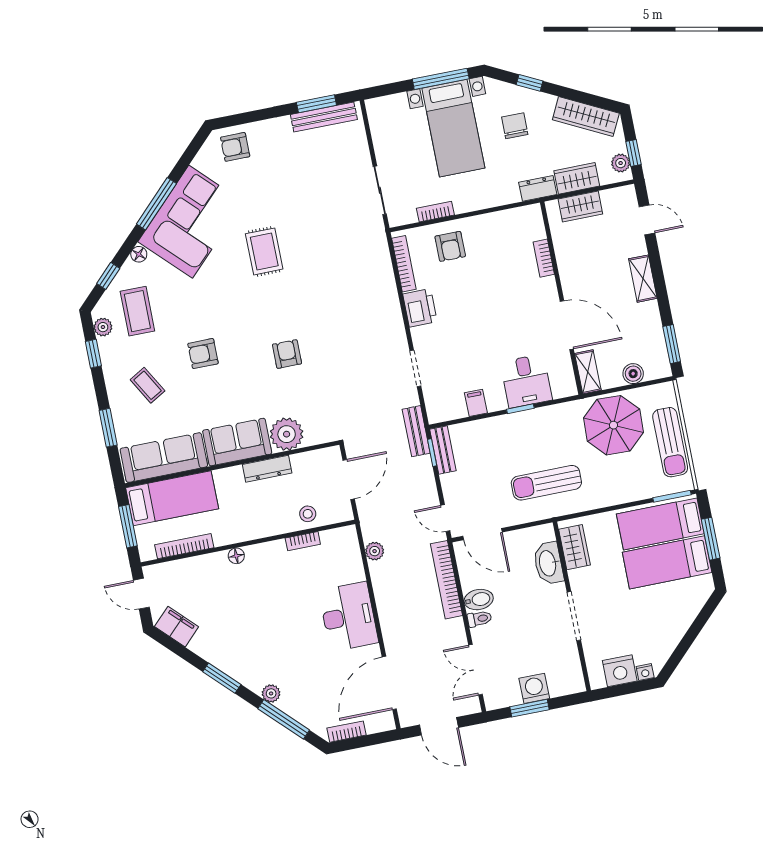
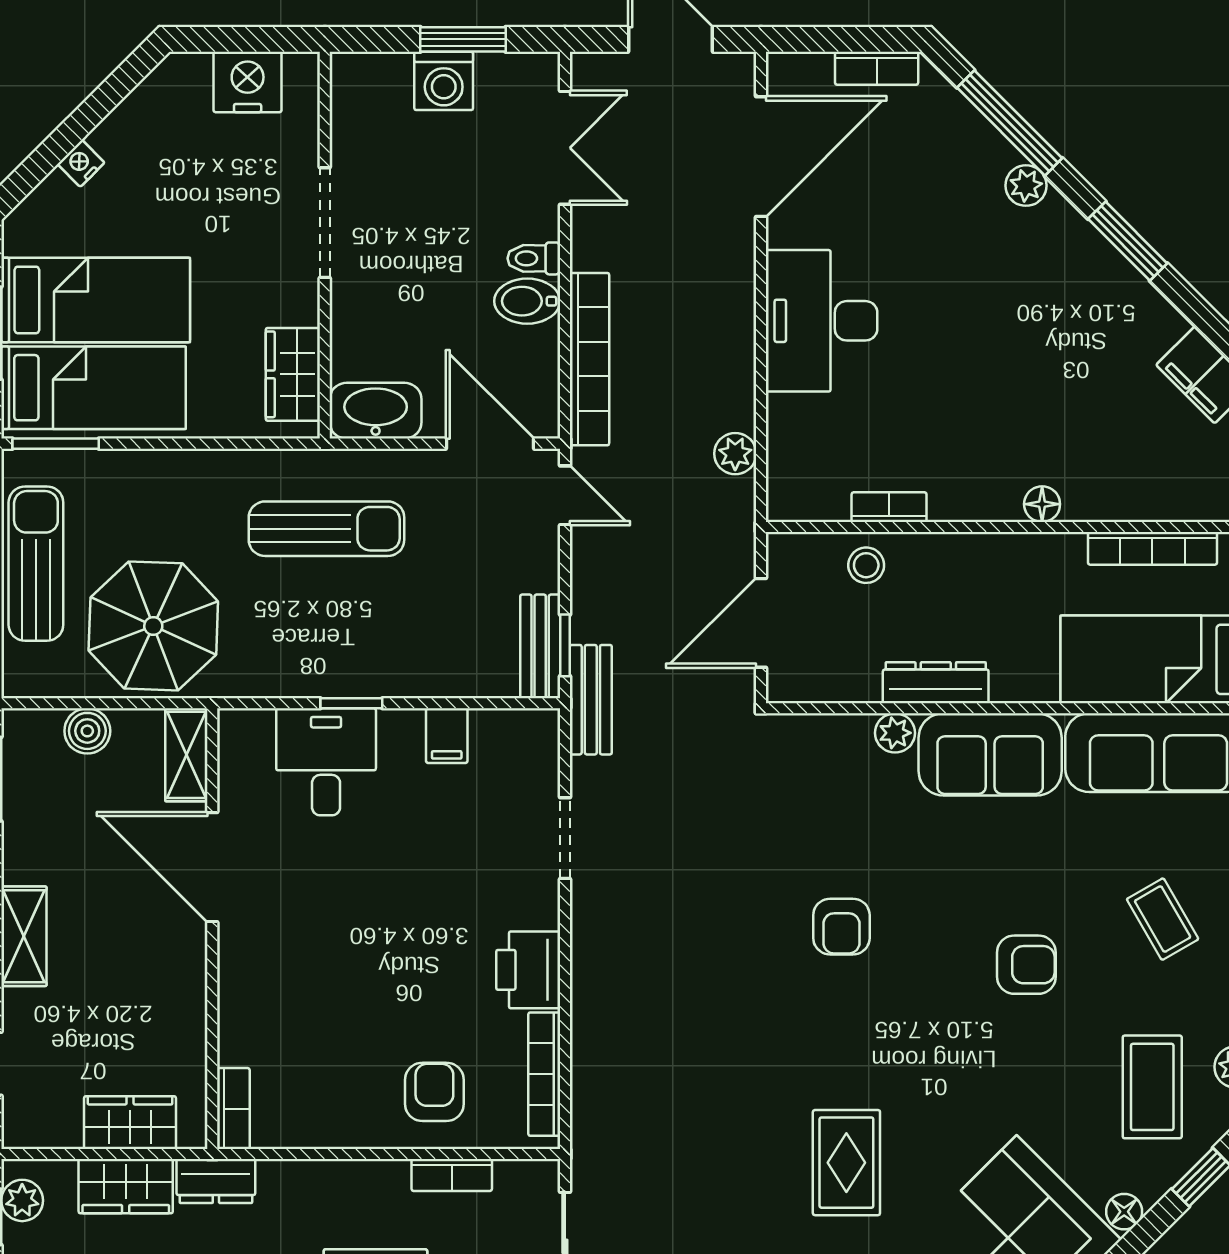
bookcase: (544, 258) -> (233, 1109), moved
plant: (287, 434) -> (895, 733), width x0.53, depth x0.53
washbasin: (548, 563) -> (376, 411), moved, turned -90
nightstand: (645, 672) -> (81, 163), moved, turned -45

